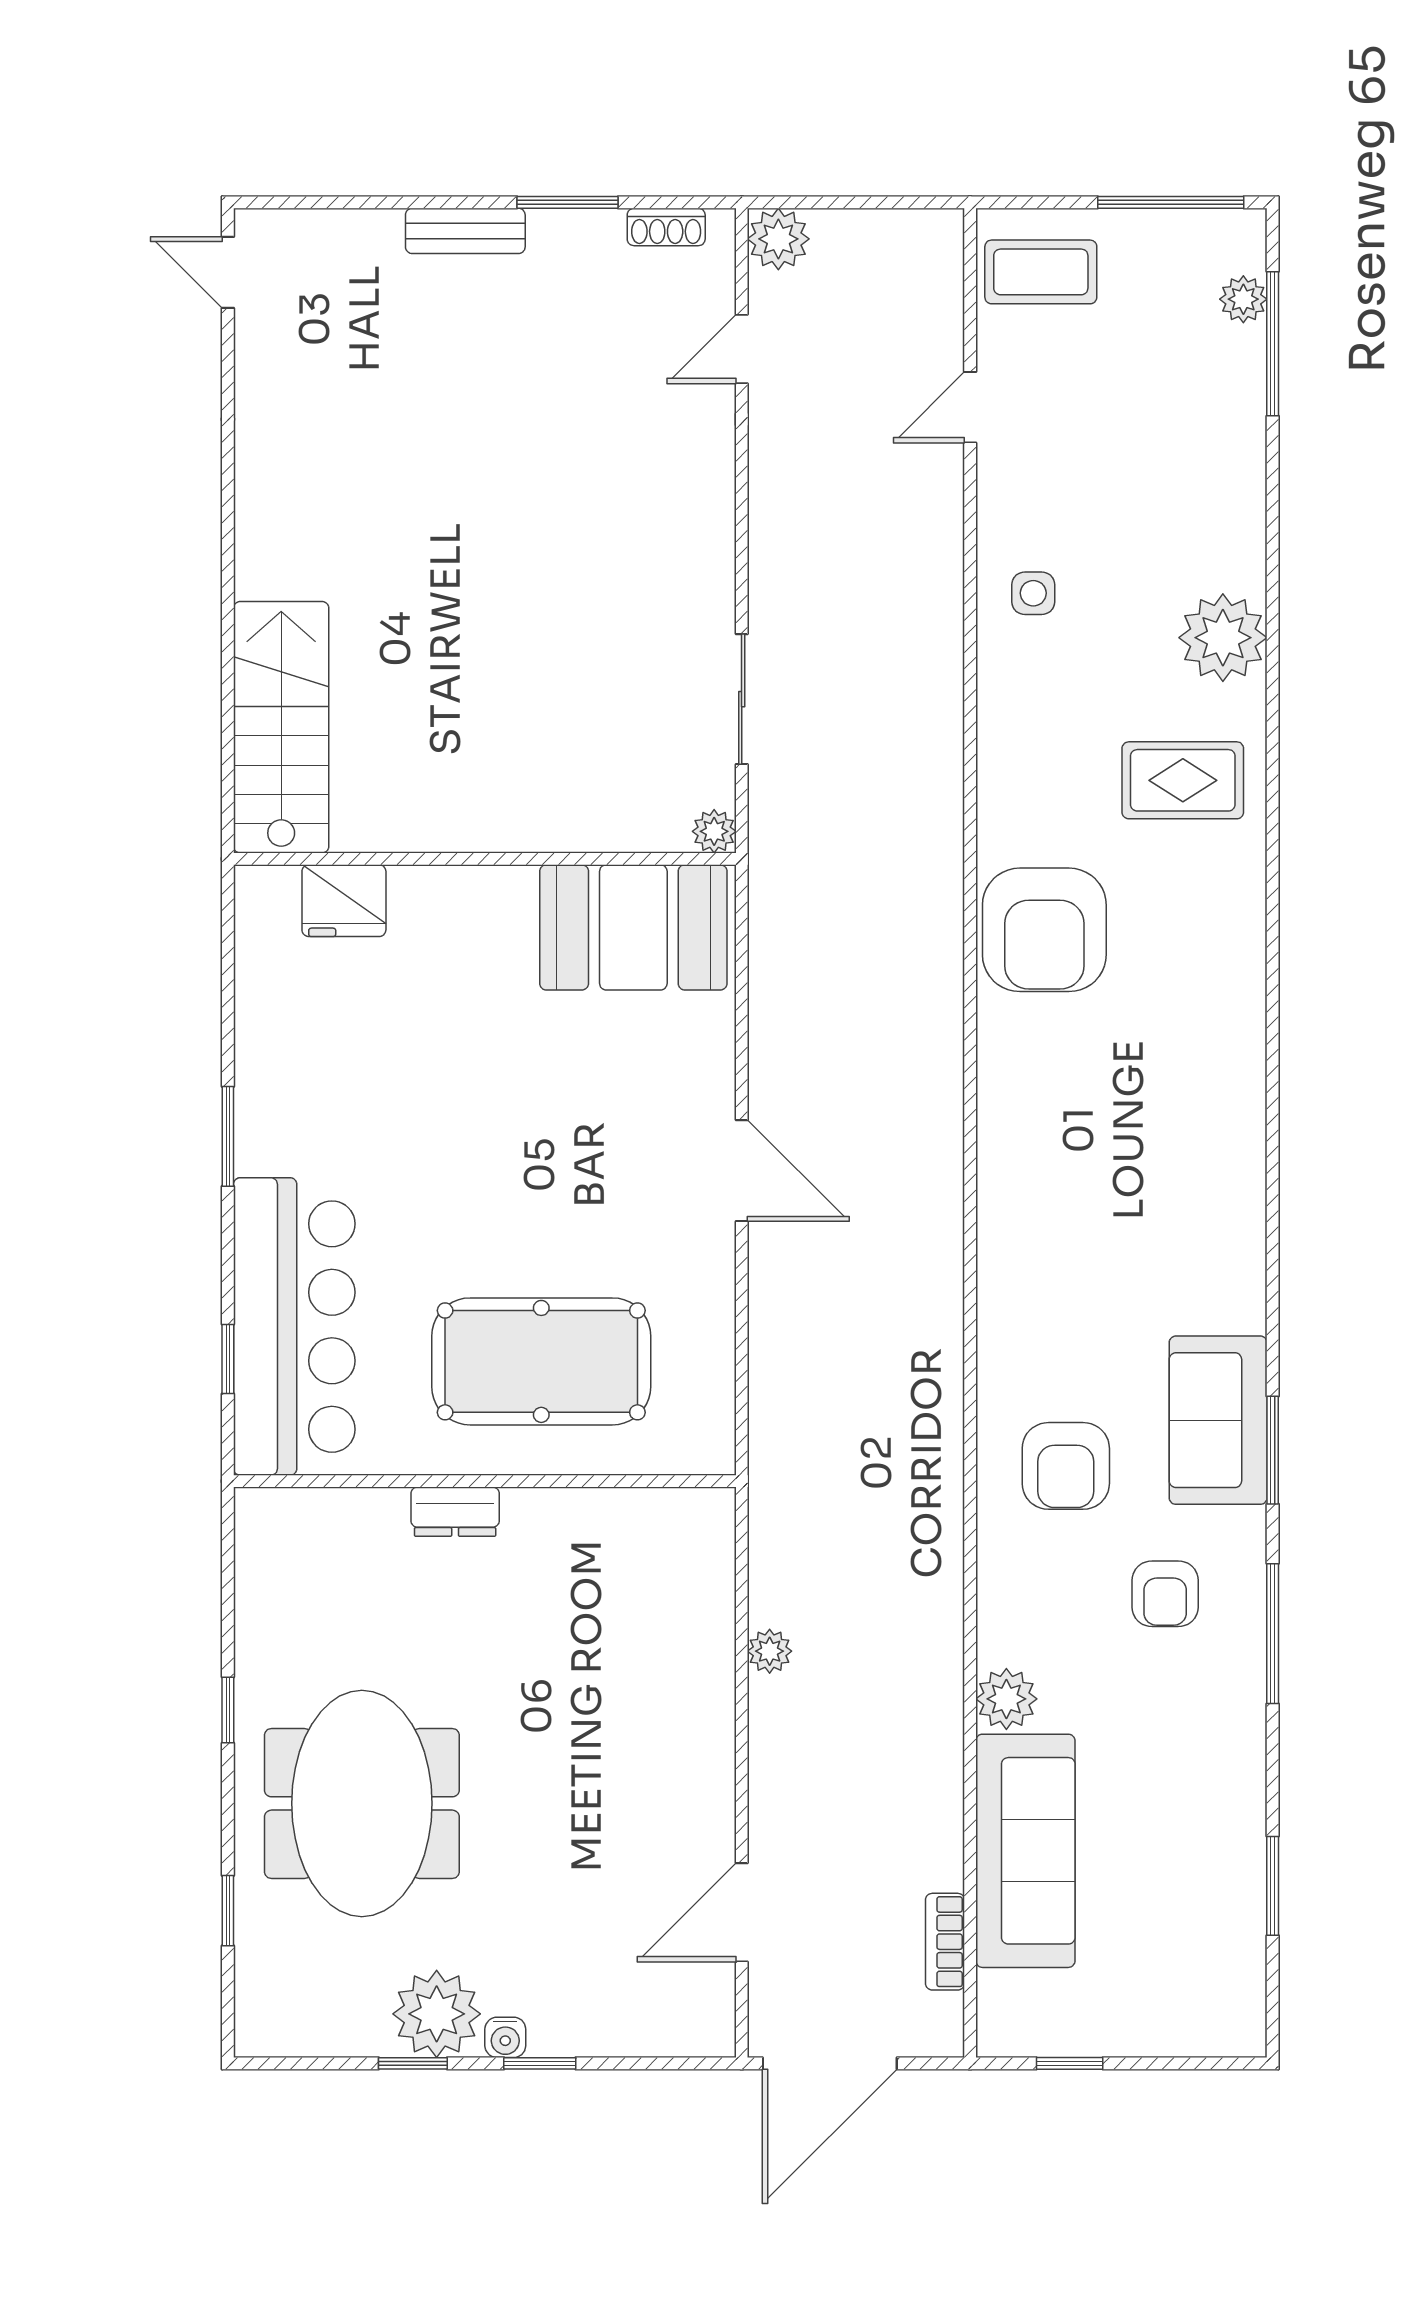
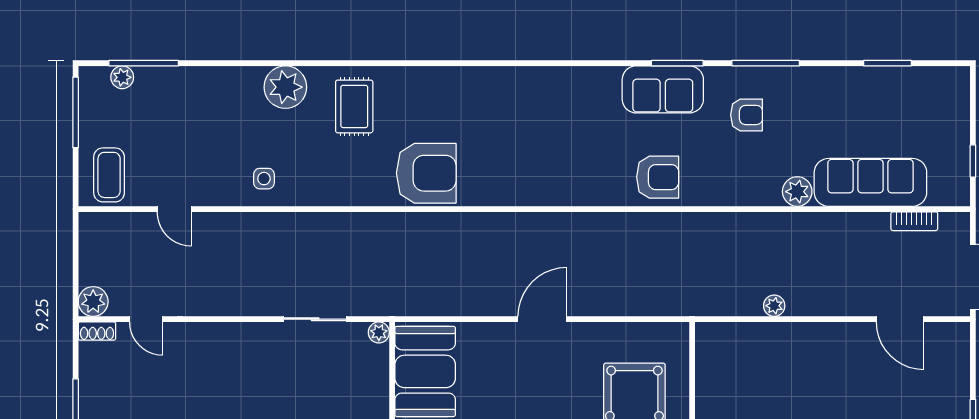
shoe rack: (666, 227) -> (97, 331), moved, turned 90
armchair: (1066, 1466) -> (658, 177), moved

